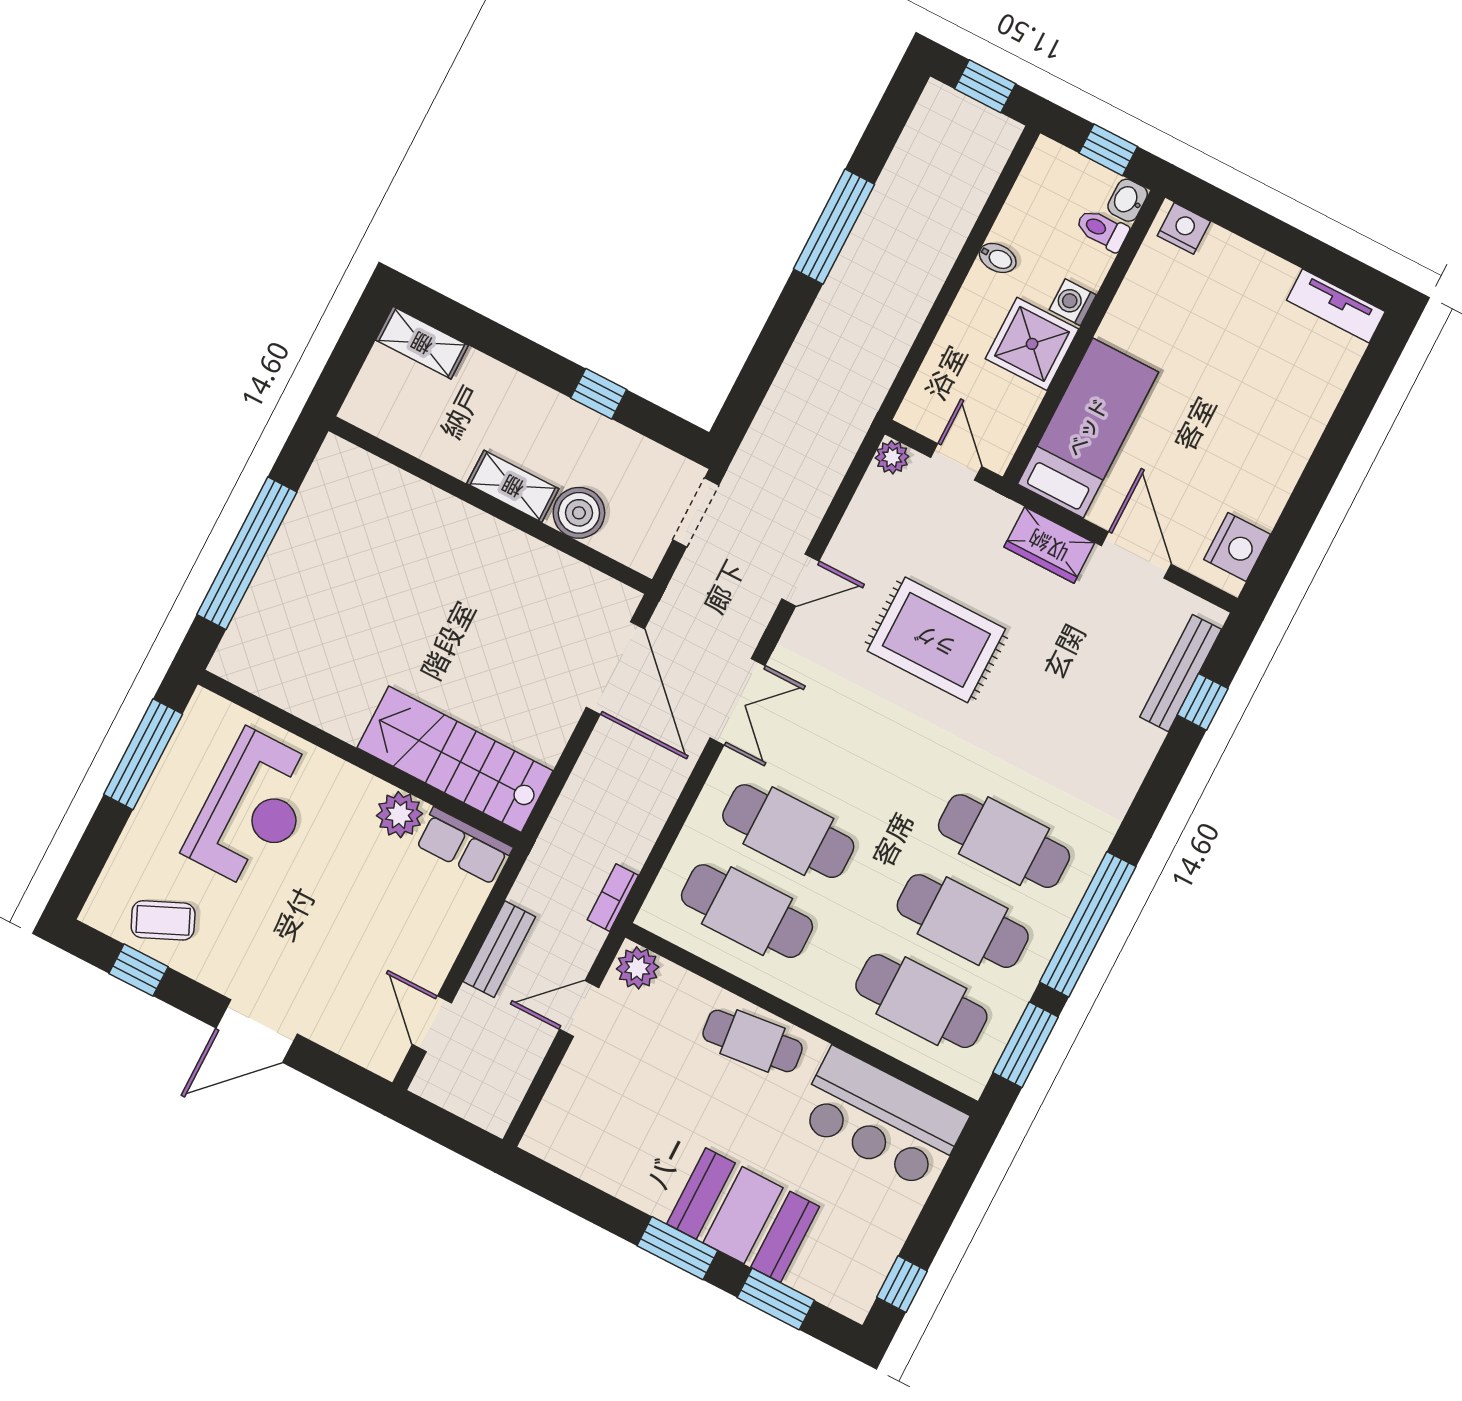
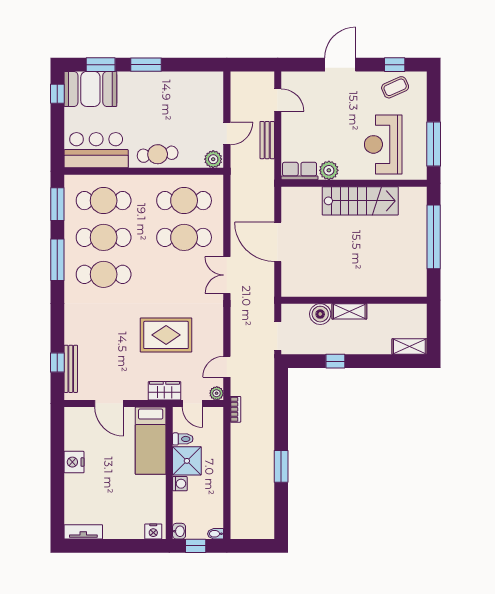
window: (985, 86) -> (252, 546), removed
window: (834, 227) -> (281, 466), width x0.69
toilet: (1102, 230) -> (183, 439), moved
bidet: (998, 258) -> (216, 534), moved
wardrobe: (1049, 545) -> (164, 391), moved
nightstand: (1237, 547) -> (74, 462), moved
door: (800, 580) -> (227, 367), moved
door: (615, 668) -> (278, 242), moved
stairs: (455, 759) -> (360, 201), moved
bookcase: (613, 898) -> (235, 409), moved
window: (1088, 924) -> (57, 260), width x0.68
booth: (743, 1215) -> (90, 89), moved

